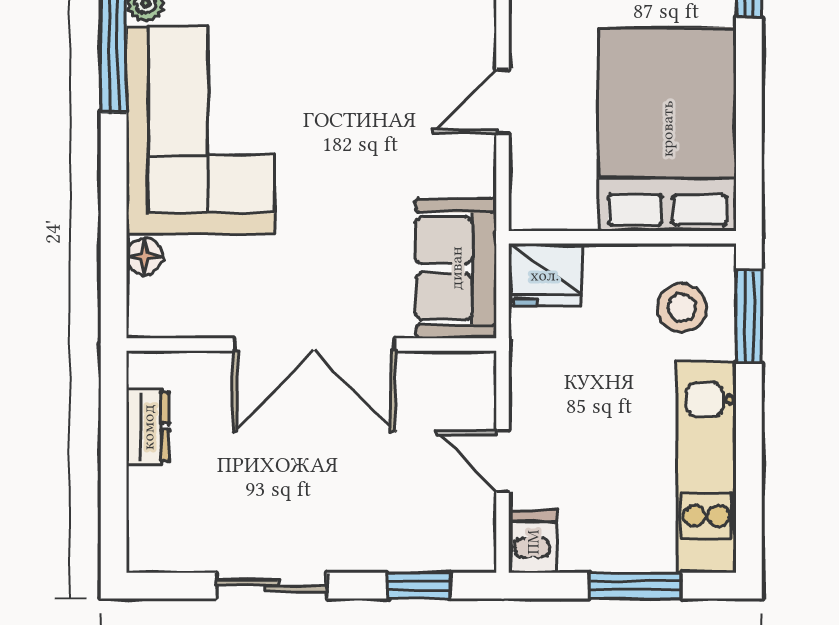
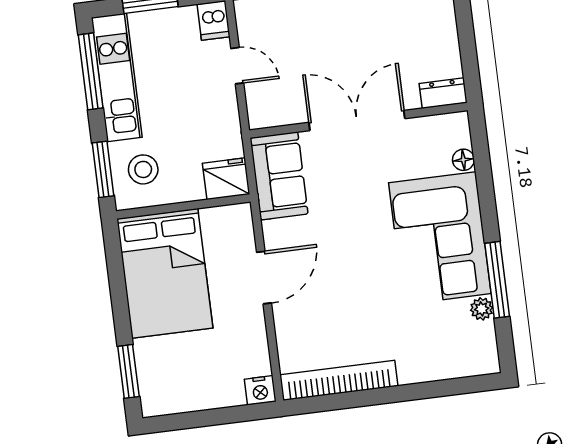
door: (503, 101) -> (264, 278), width x1.38
dresser: (148, 427) -> (443, 93), moved, turned 90
window: (749, 483) -> (91, 71), added

